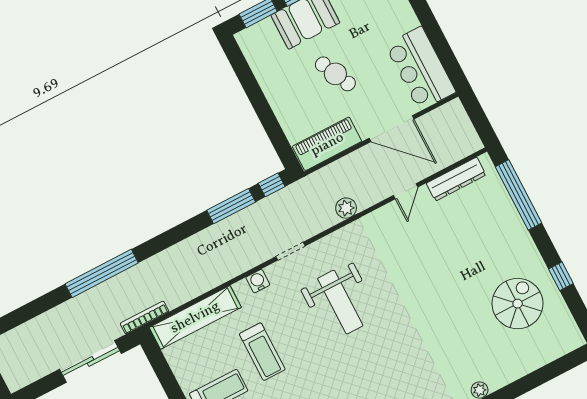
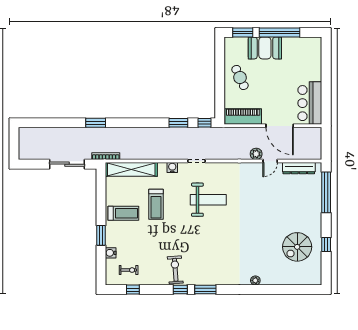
cafe table: (335, 74) -> (240, 77), moved
window: (231, 206) -> (178, 123), width x0.69
plant: (346, 208) -> (256, 154), moved
window: (102, 273) -> (96, 123), width x0.47
weight bench: (340, 302) -> (208, 200), turned -90
spiral stairs: (518, 304) -> (297, 247), turned 180

